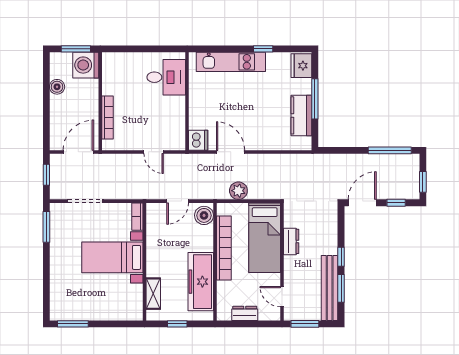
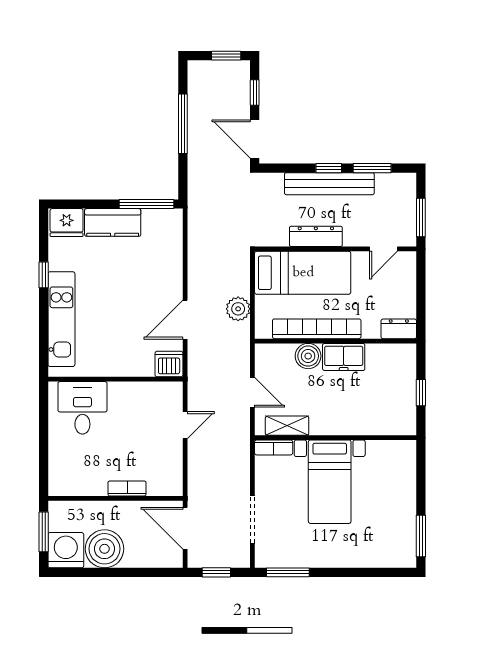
washing machine: (86, 65) -> (66, 550), moved, turned 180
boiler: (57, 87) -> (105, 549), width x1.86, depth x1.86
window: (315, 99) -> (146, 204), moved
kitchen counter: (301, 115) -> (113, 222), moved
bookcase: (107, 117) -> (127, 488), width x0.64
window: (390, 150) -> (183, 124), moved
boiler: (204, 215) -> (308, 356), moved
dresser: (291, 241) -> (316, 236), width x1.44
freezer: (201, 282) -> (344, 357), width x0.52, depth x0.79
bench: (330, 288) -> (329, 184), moved
shelving: (153, 294) -> (287, 426), moved
dresser: (245, 313) -> (399, 329), moved, turned 90

